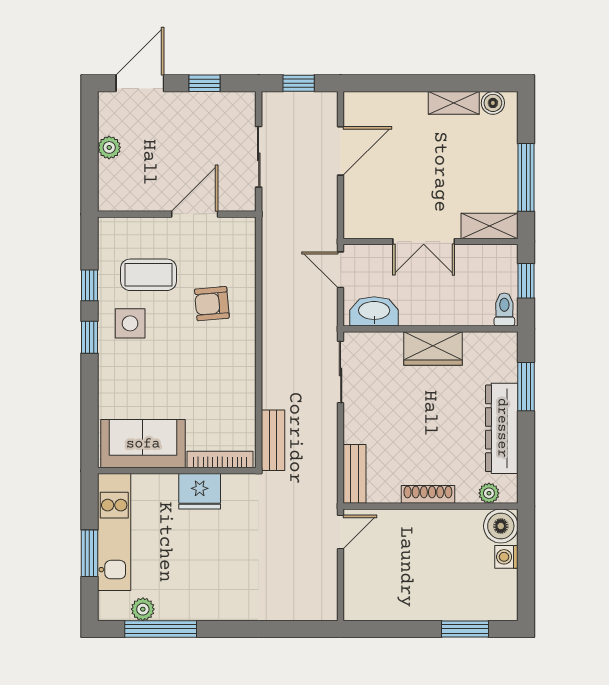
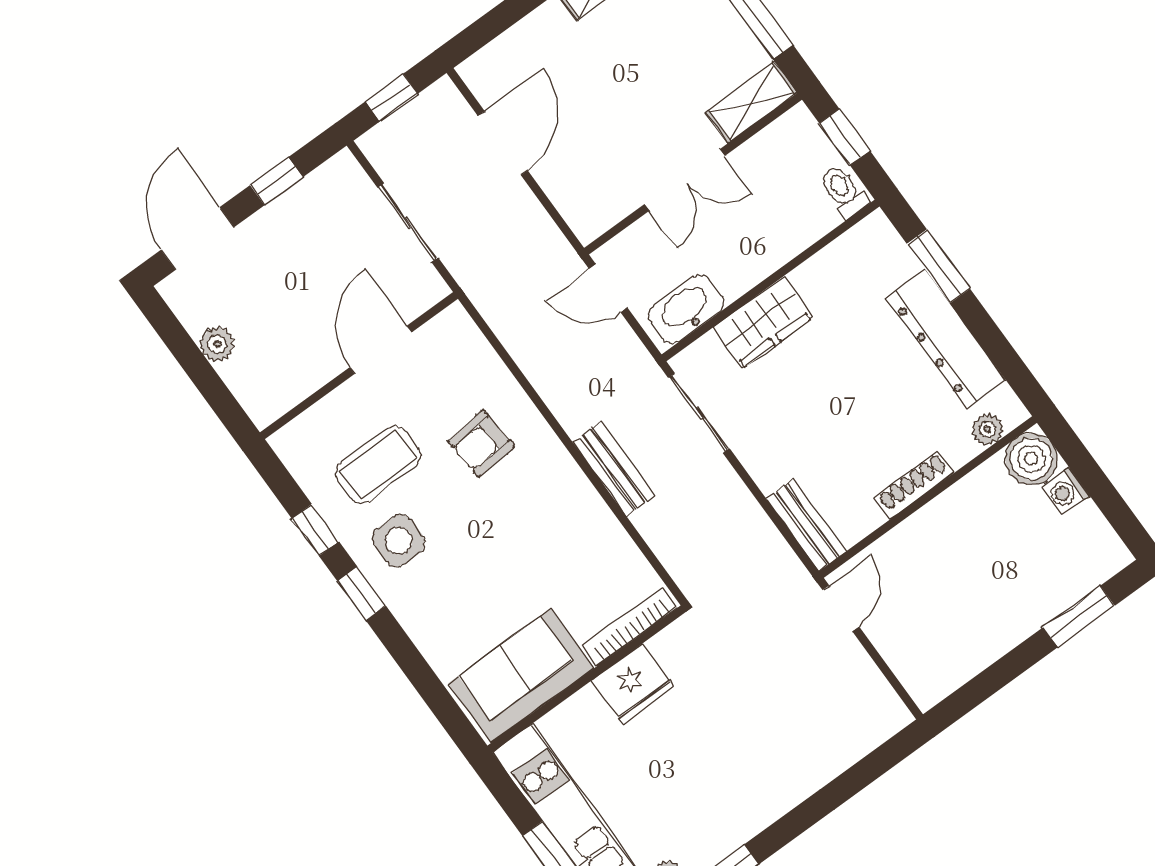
wardrobe: (433, 348) -> (763, 323), moved
bench: (273, 440) -> (614, 469), moved

